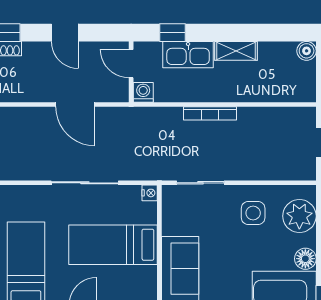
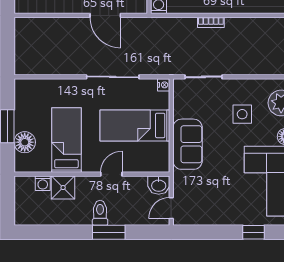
bookcase: (210, 113) -> (211, 22), width x0.64
side table: (253, 213) -> (242, 114), moved

